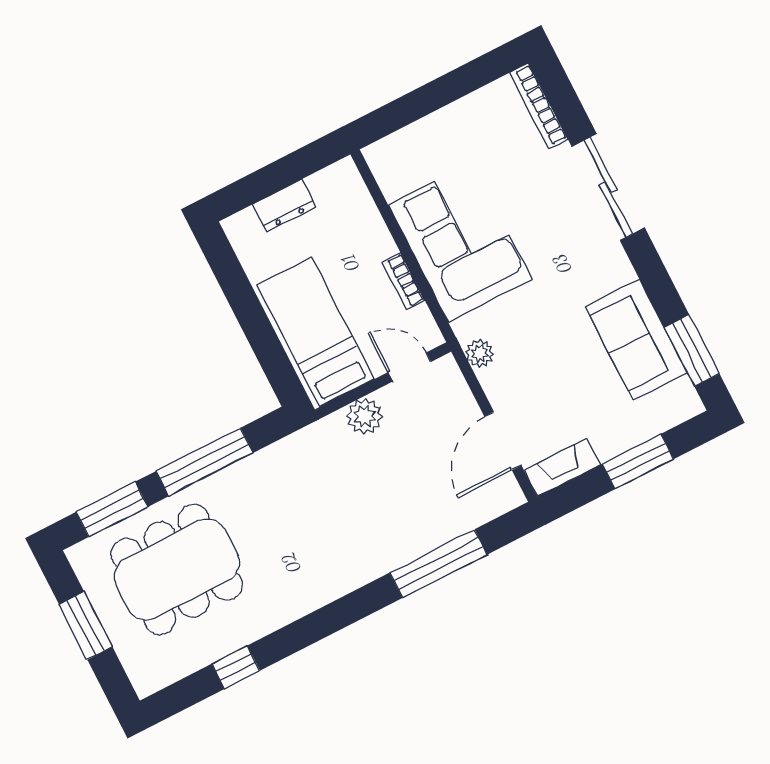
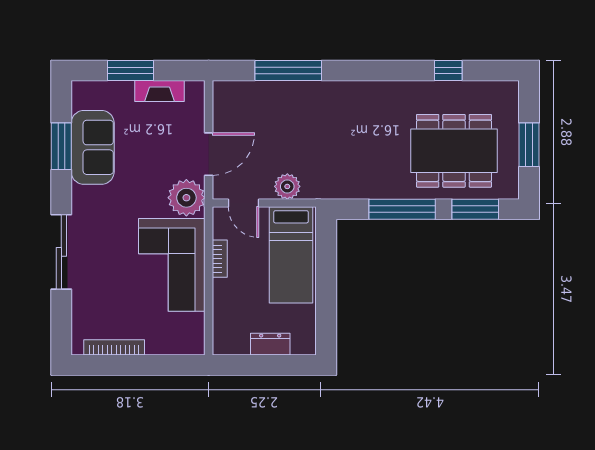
bookcase: (539, 106) -> (114, 347), moved, turned -90
window: (692, 350) -> (61, 146), moved
plant: (480, 353) -> (186, 198), width x1.88, depth x1.88
door: (503, 441) -> (209, 154), moved
fireplace: (562, 468) -> (159, 91), moved

